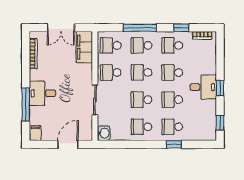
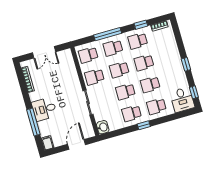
filing cabinet: (84, 47) -> (67, 62), removed
desk: (203, 87) -> (182, 100), moved, turned 90
window: (174, 144) -> (144, 125), moved

